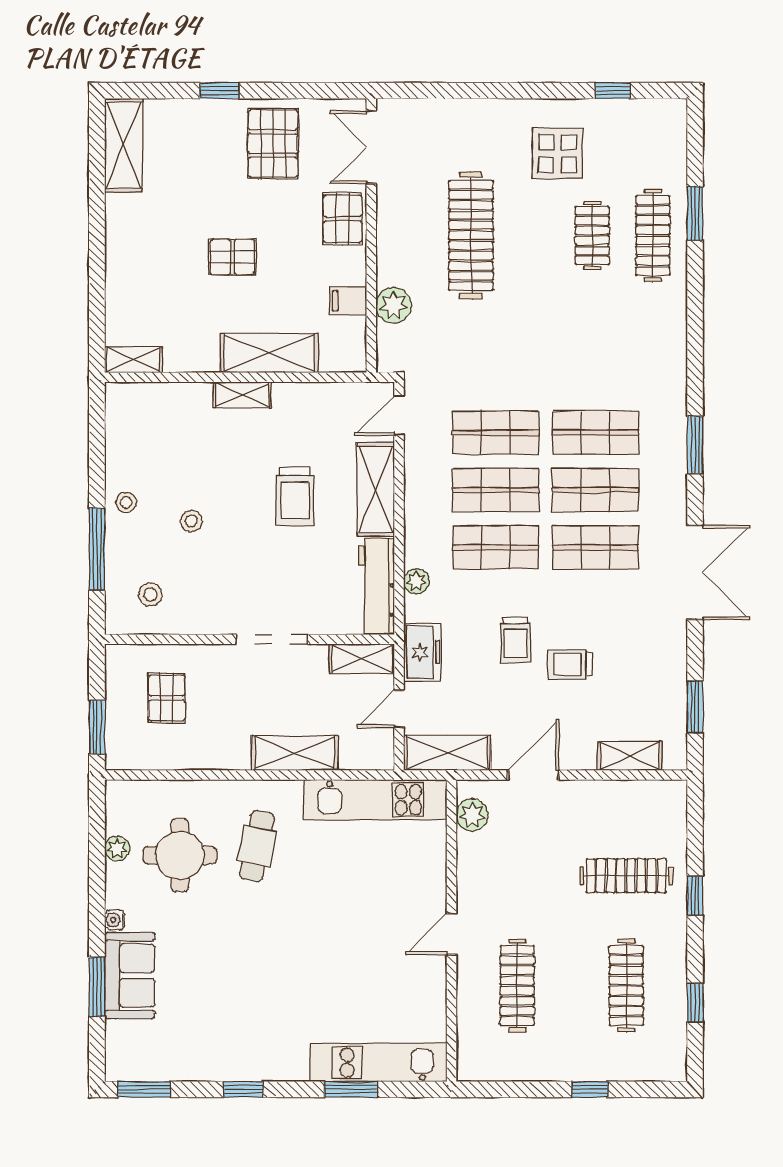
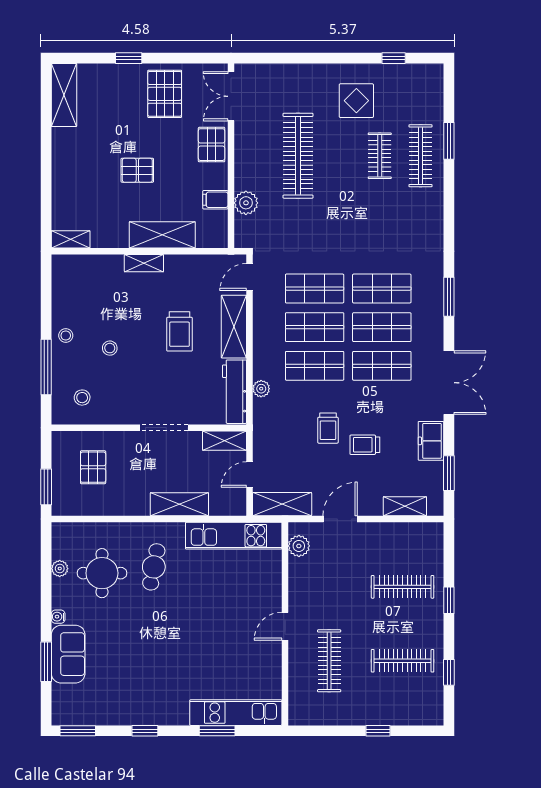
freezer: (423, 652) -> (431, 441), moved, turned 180
clothes rail: (626, 986) -> (403, 661), turned 90

